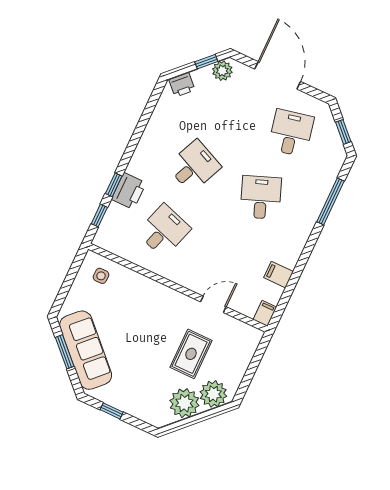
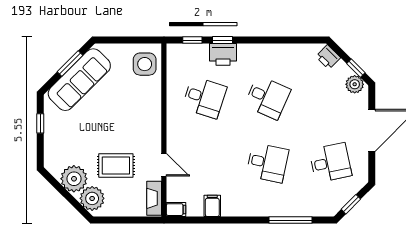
desk: (261, 197) -> (267, 163), turned 33
side table: (101, 276) -> (145, 64), width x1.87, depth x1.87
fireplace: (243, 330) -> (154, 198), added

